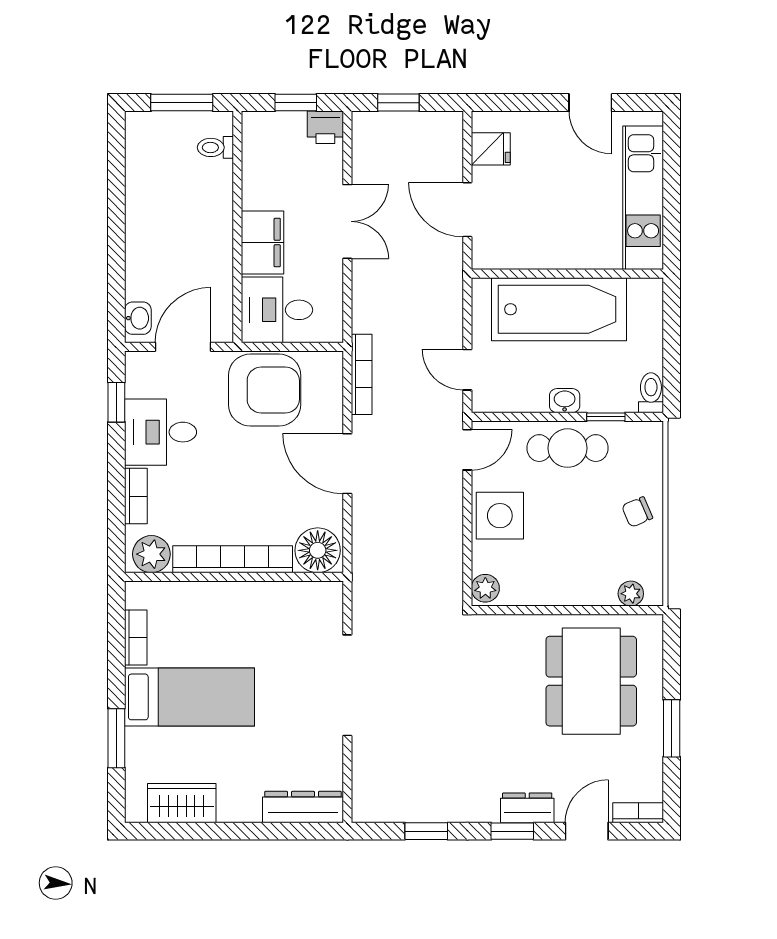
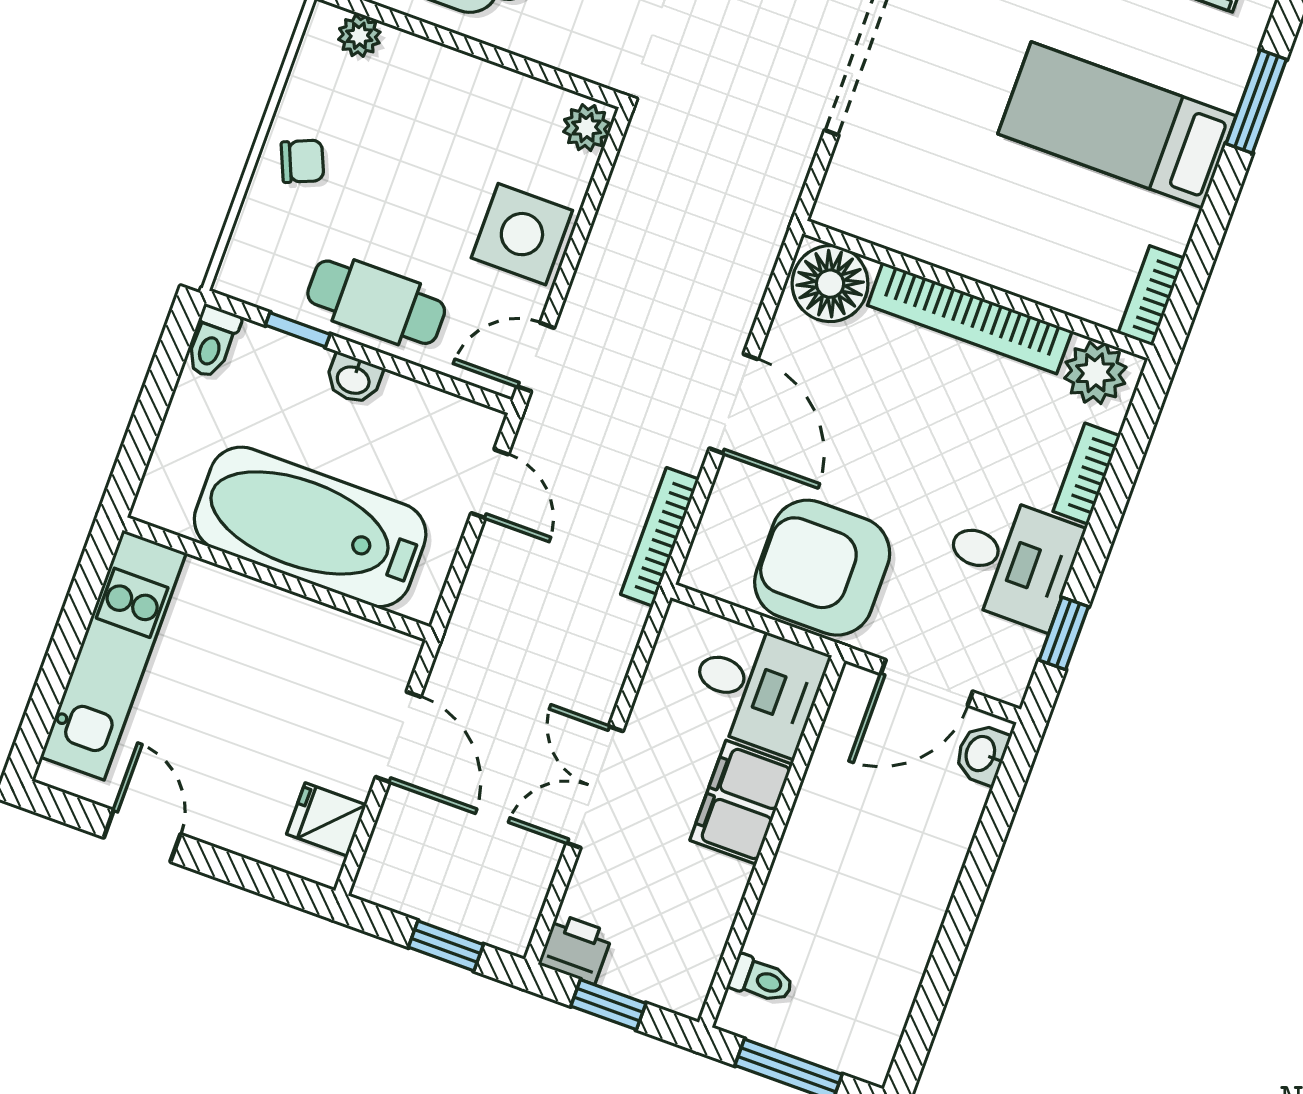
bookcase: (136, 637) -> (1151, 296), moved

